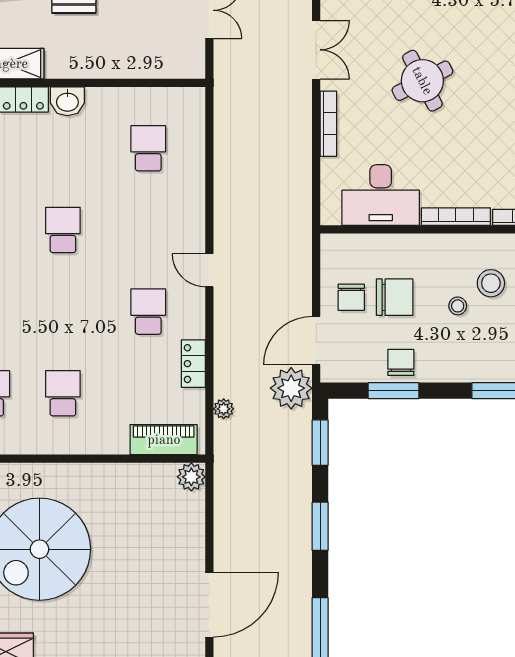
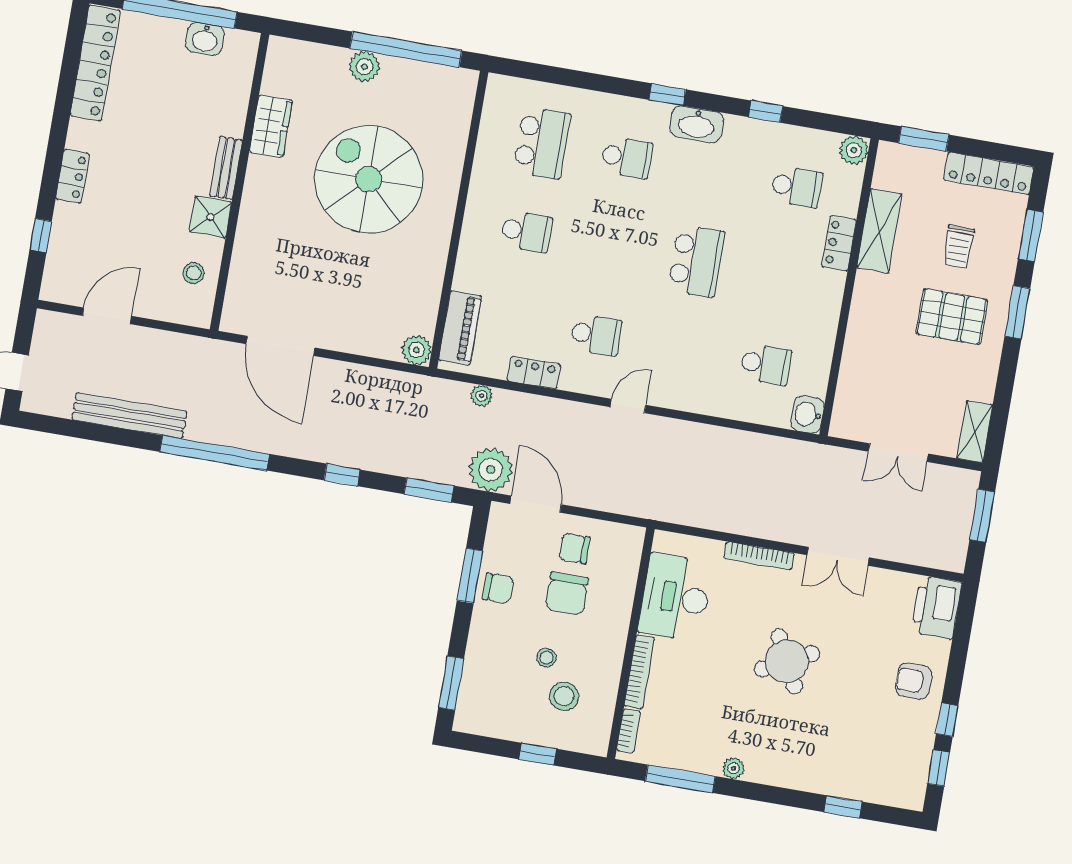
washbasin: (67, 101) -> (807, 414), moved
school desk: (63, 230) -> (696, 261), width x1.85
window: (320, 526) -> (342, 475), width x0.67

